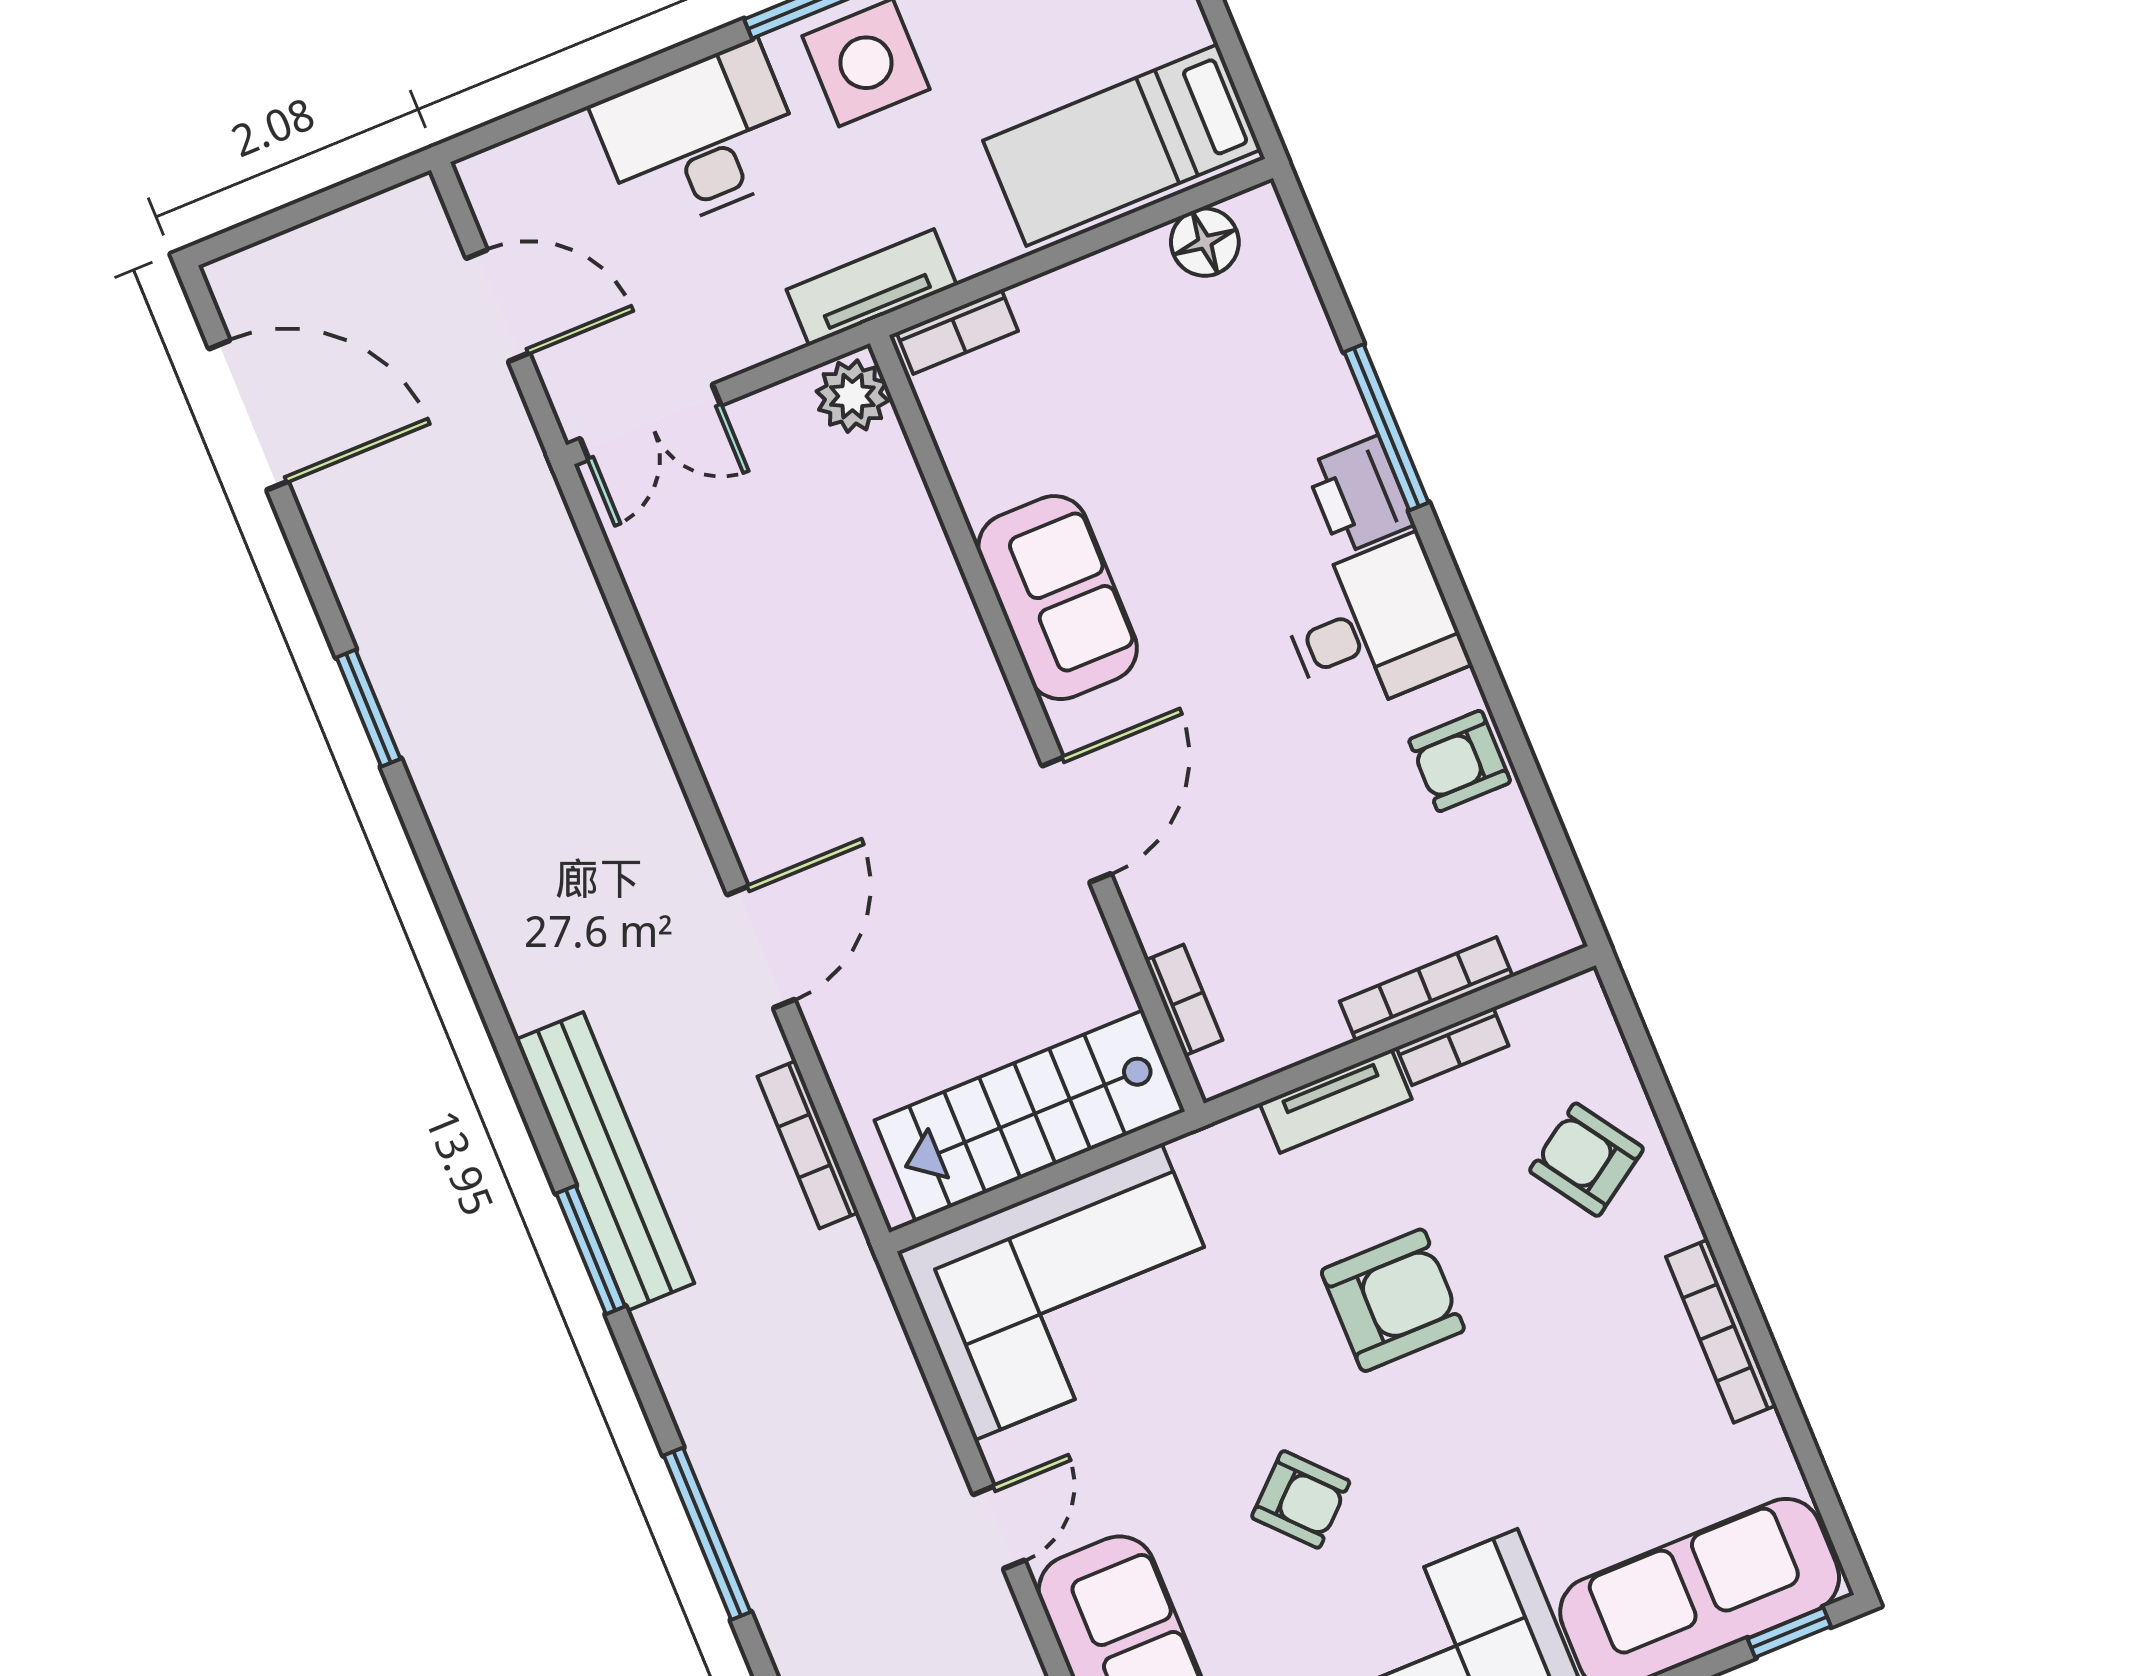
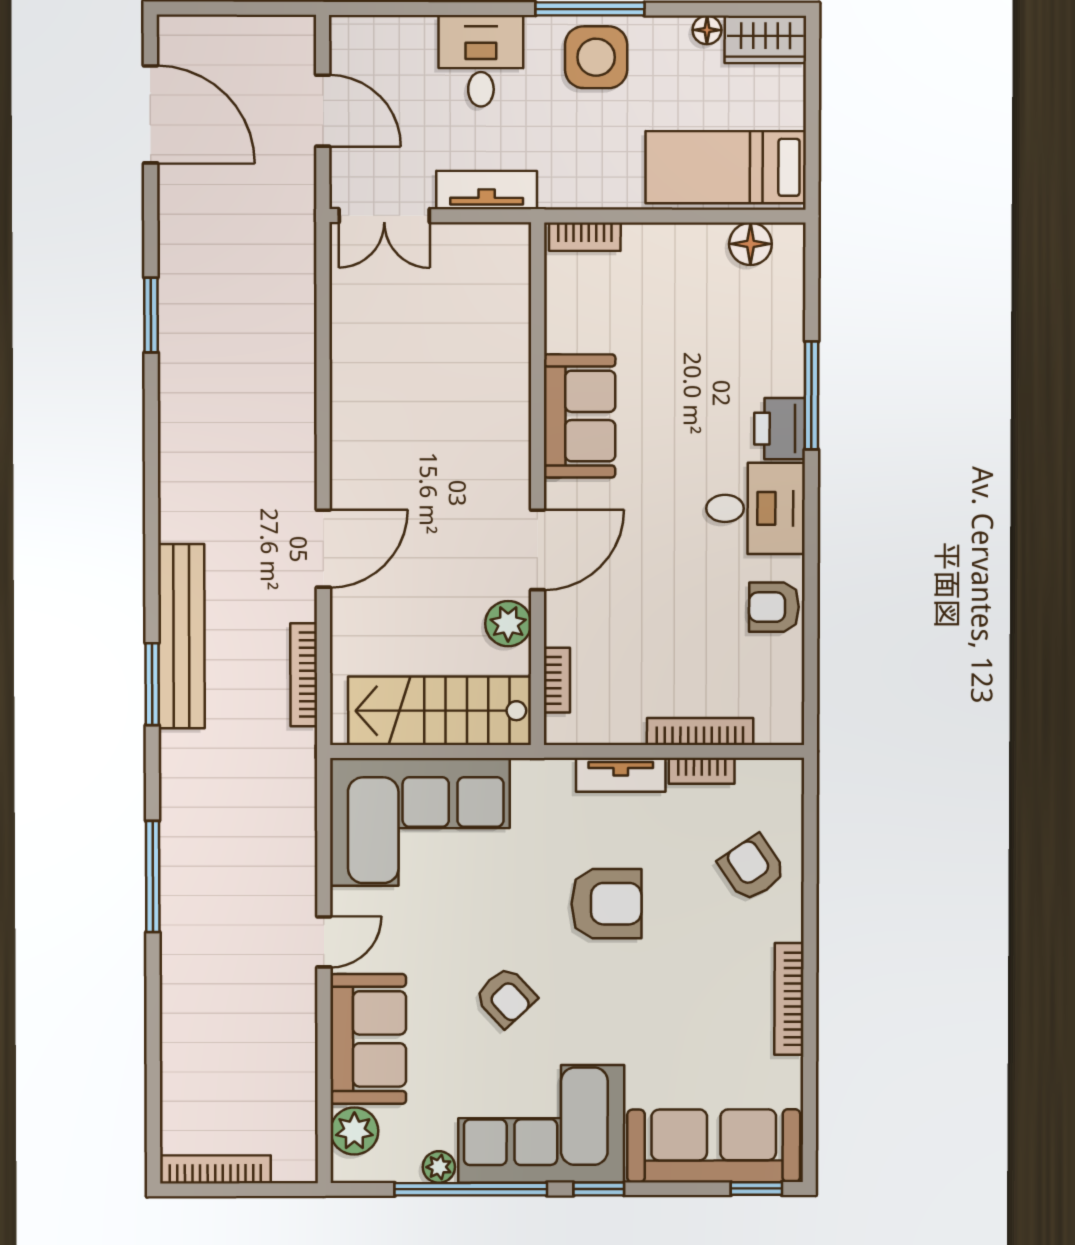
desk: (700, 138) -> (481, 61), width x0.73
tv unit: (872, 287) -> (487, 190), moved
plant: (852, 396) -> (508, 624), moved

